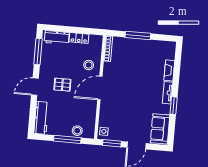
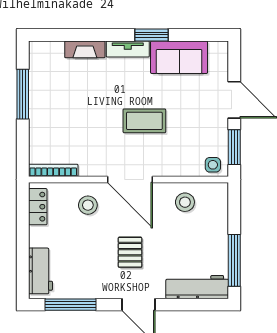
window: (138, 35) -> (23, 94), moved
locker: (79, 38) -> (38, 207), moved
coffee table: (130, 98) -> (144, 121), added
sofa: (160, 129) -> (179, 57), moved
stool: (77, 131) -> (185, 202), moved
window: (67, 139) -> (234, 260), moved

